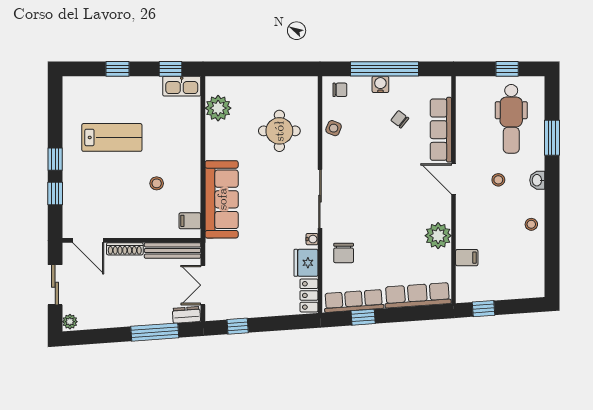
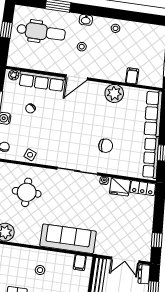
plant: (444, 88) -> (14, 75), added
stool: (157, 183) -> (40, 270), moved
chair: (344, 253) -> (106, 146), moved

